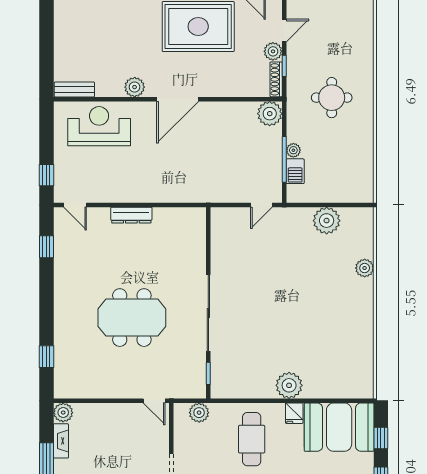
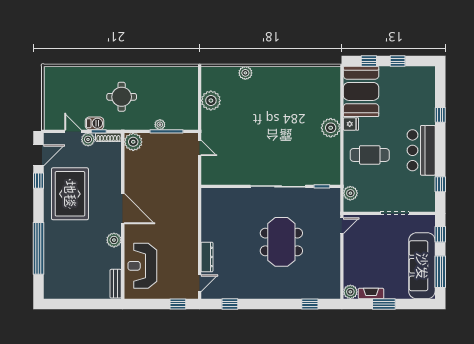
barbecue: (295, 171) -> (95, 123), moved
dresser: (131, 215) -> (207, 257), moved

